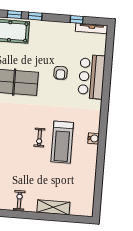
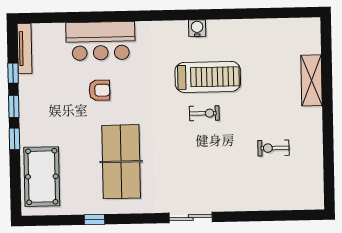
window: (14, 15) -> (14, 106), moved
exercise bike: (19, 200) -> (273, 148), moved

